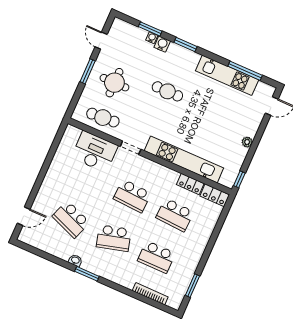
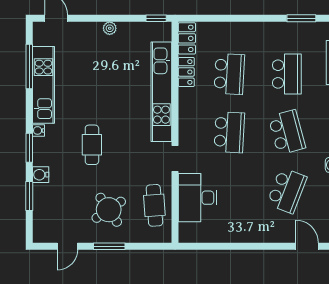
water cooler: (152, 38) -> (38, 130), moved
round table: (114, 83) -> (109, 210), turned -34

